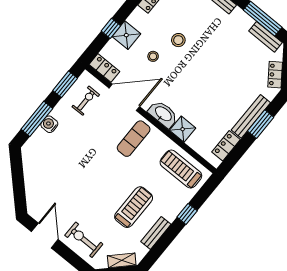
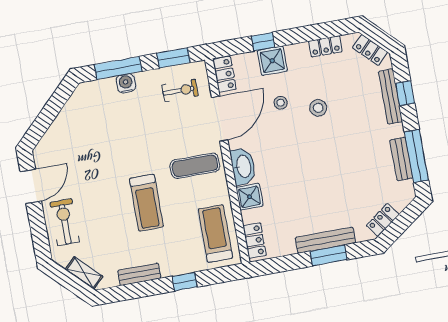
bench: (266, 37) -> (401, 159), moved
door: (124, 97) -> (220, 119), hinge flipped
locker: (226, 146) -> (255, 241), moved, turned 90
treadmill: (134, 207) -> (146, 203), moved, turned 90

